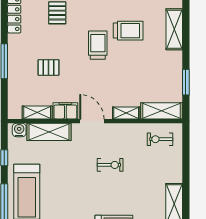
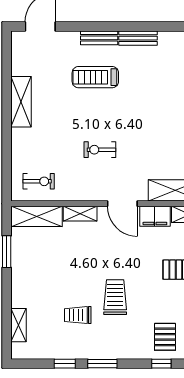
shelving: (174, 29) -> (19, 325), width x0.67, depth x0.75
trolley: (128, 31) -> (78, 315), width x0.73, depth x0.72
trolley: (98, 45) -> (115, 297), turned 180

